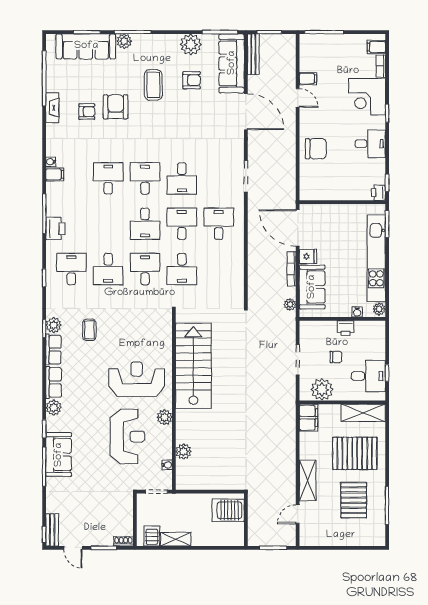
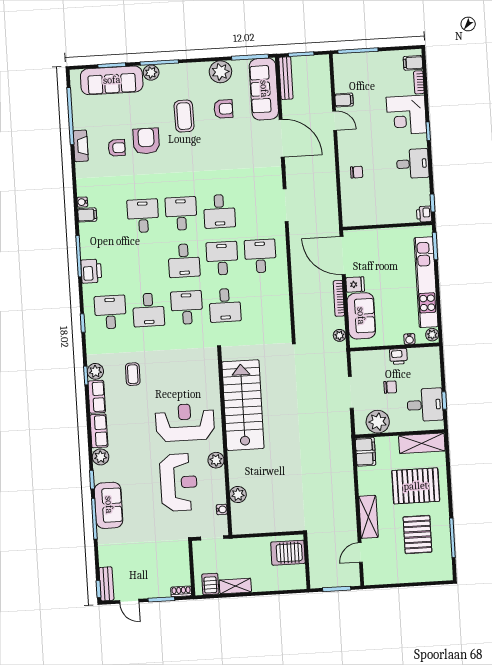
chair: (316, 149) -> (357, 172), width x0.54, depth x0.54

